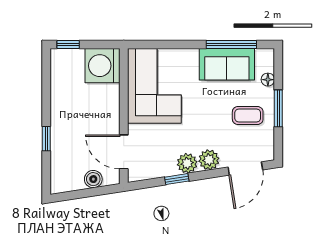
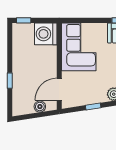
door: (124, 152) -> (59, 89), hinge flipped
plant: (187, 163) -> (100, 96), removed

